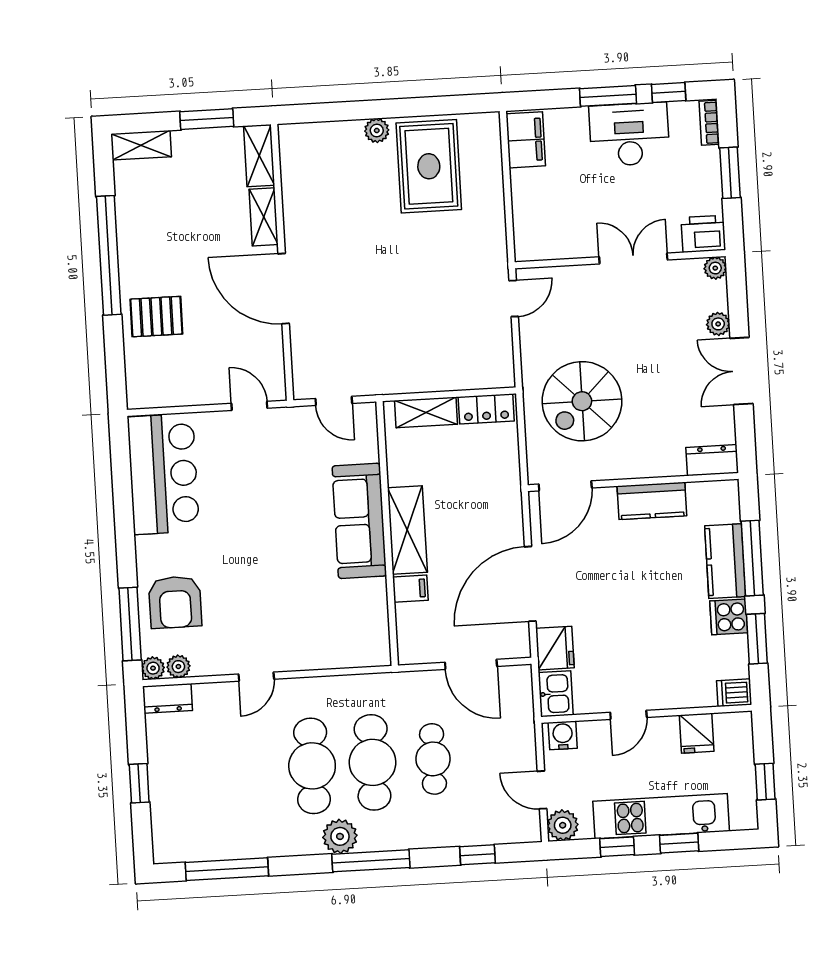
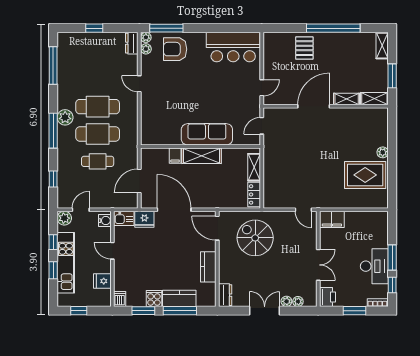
filing cabinet: (526, 140) -> (332, 219), moved
plant: (715, 268) -> (298, 302), moved

